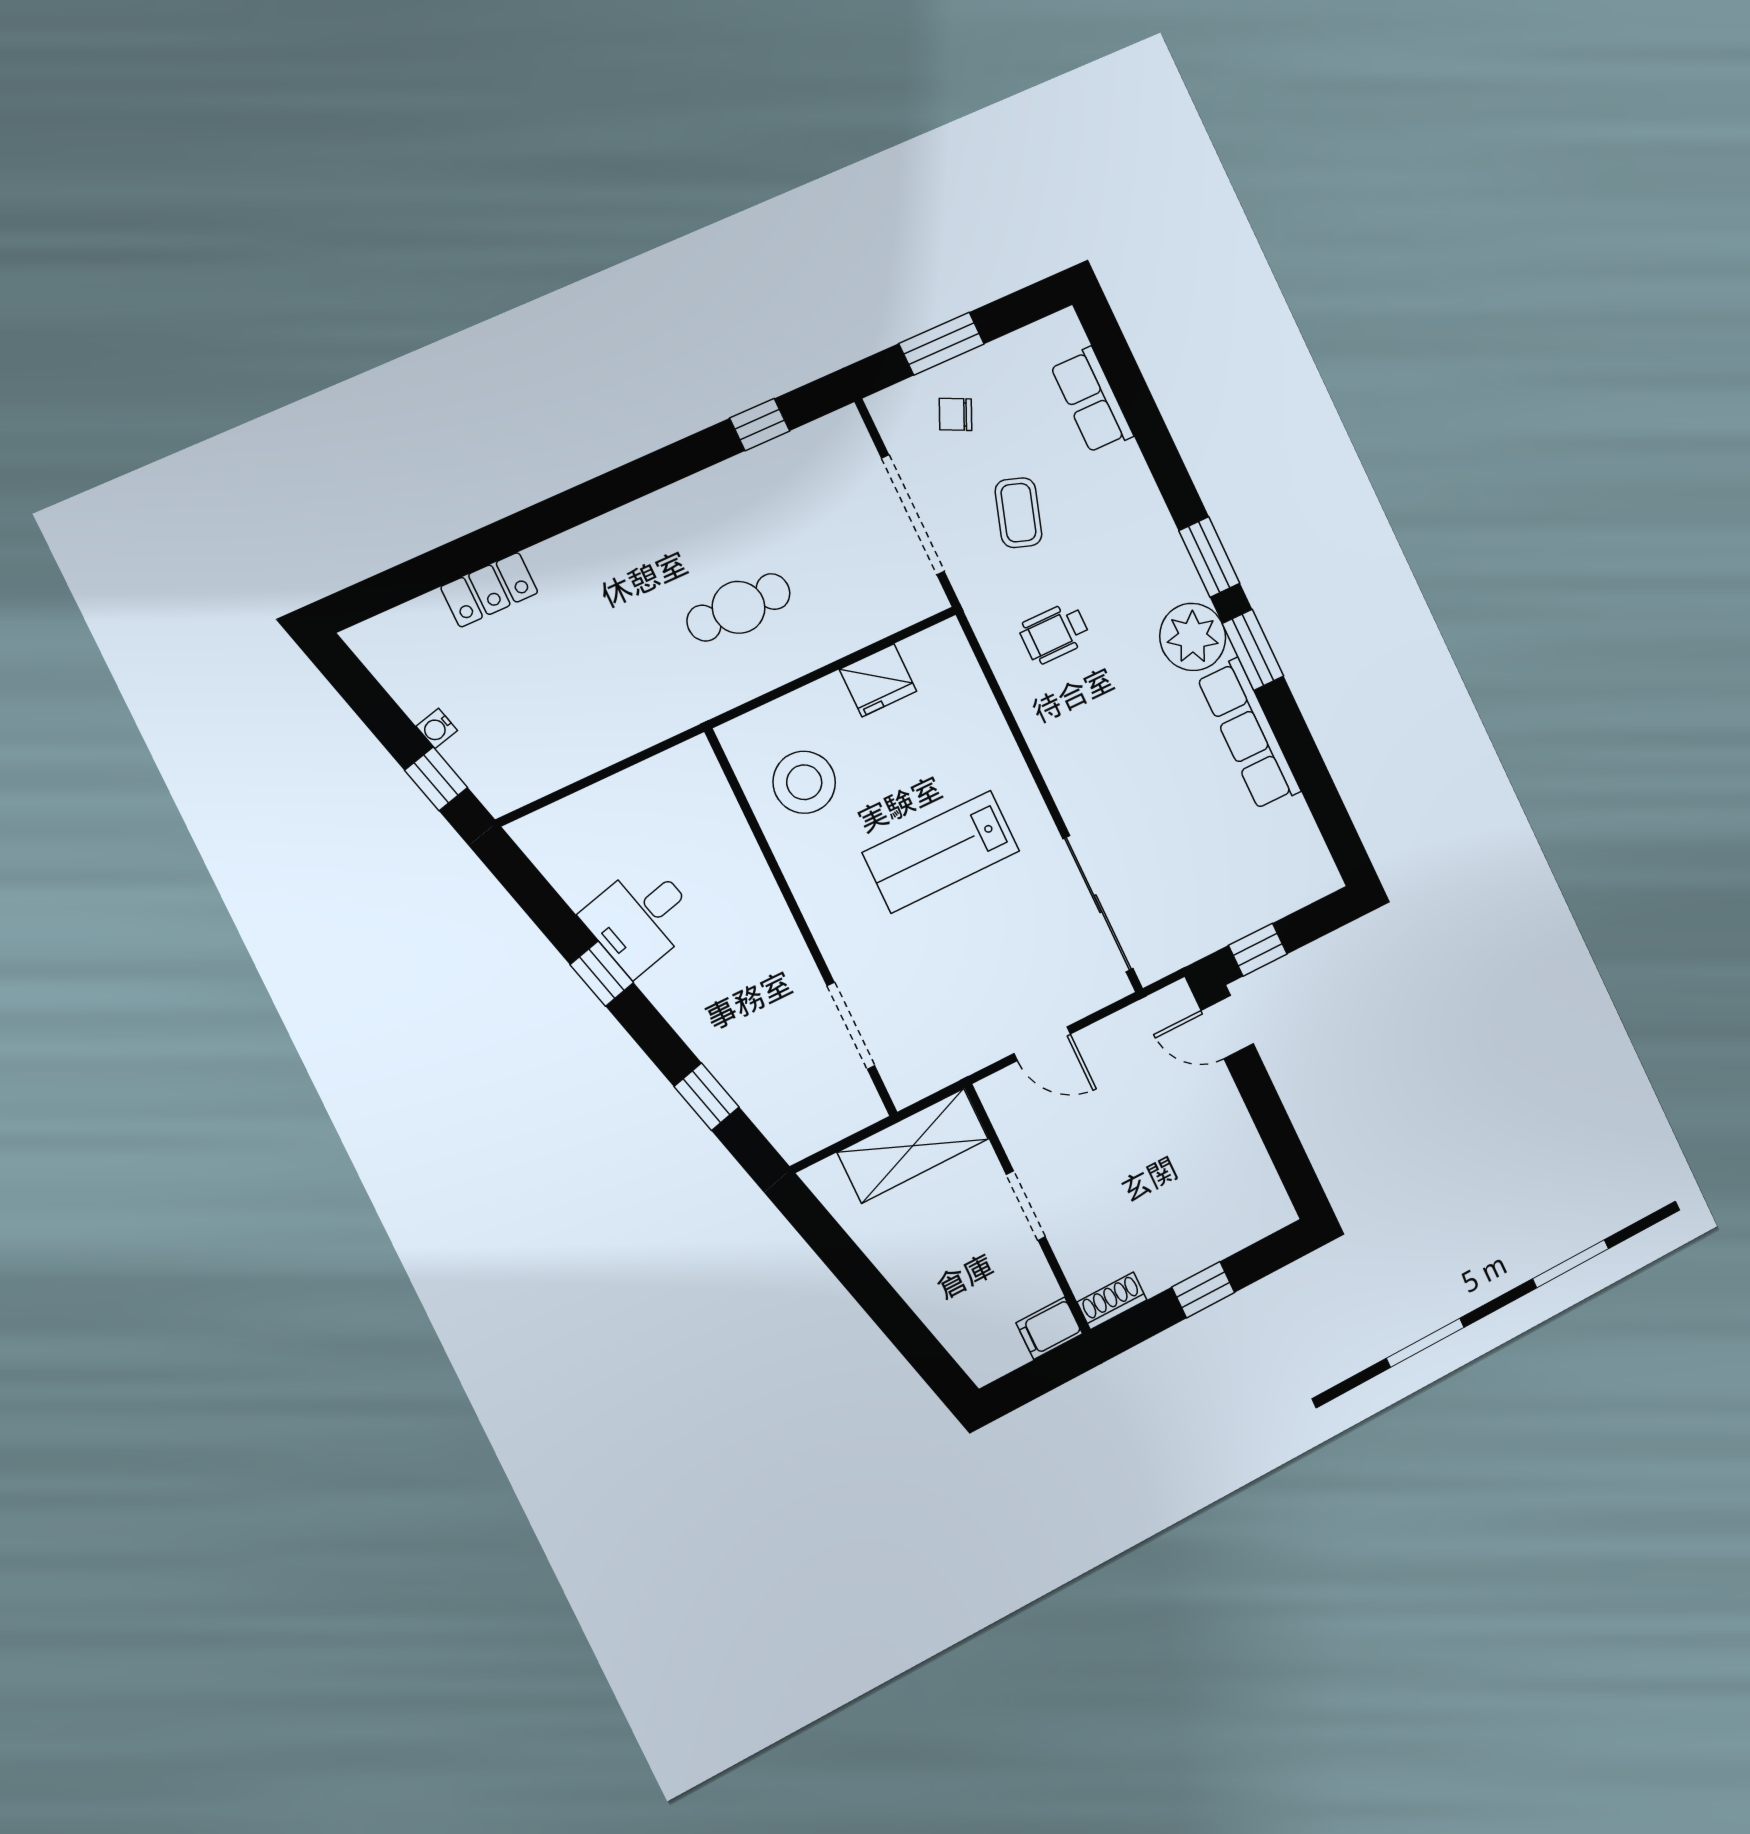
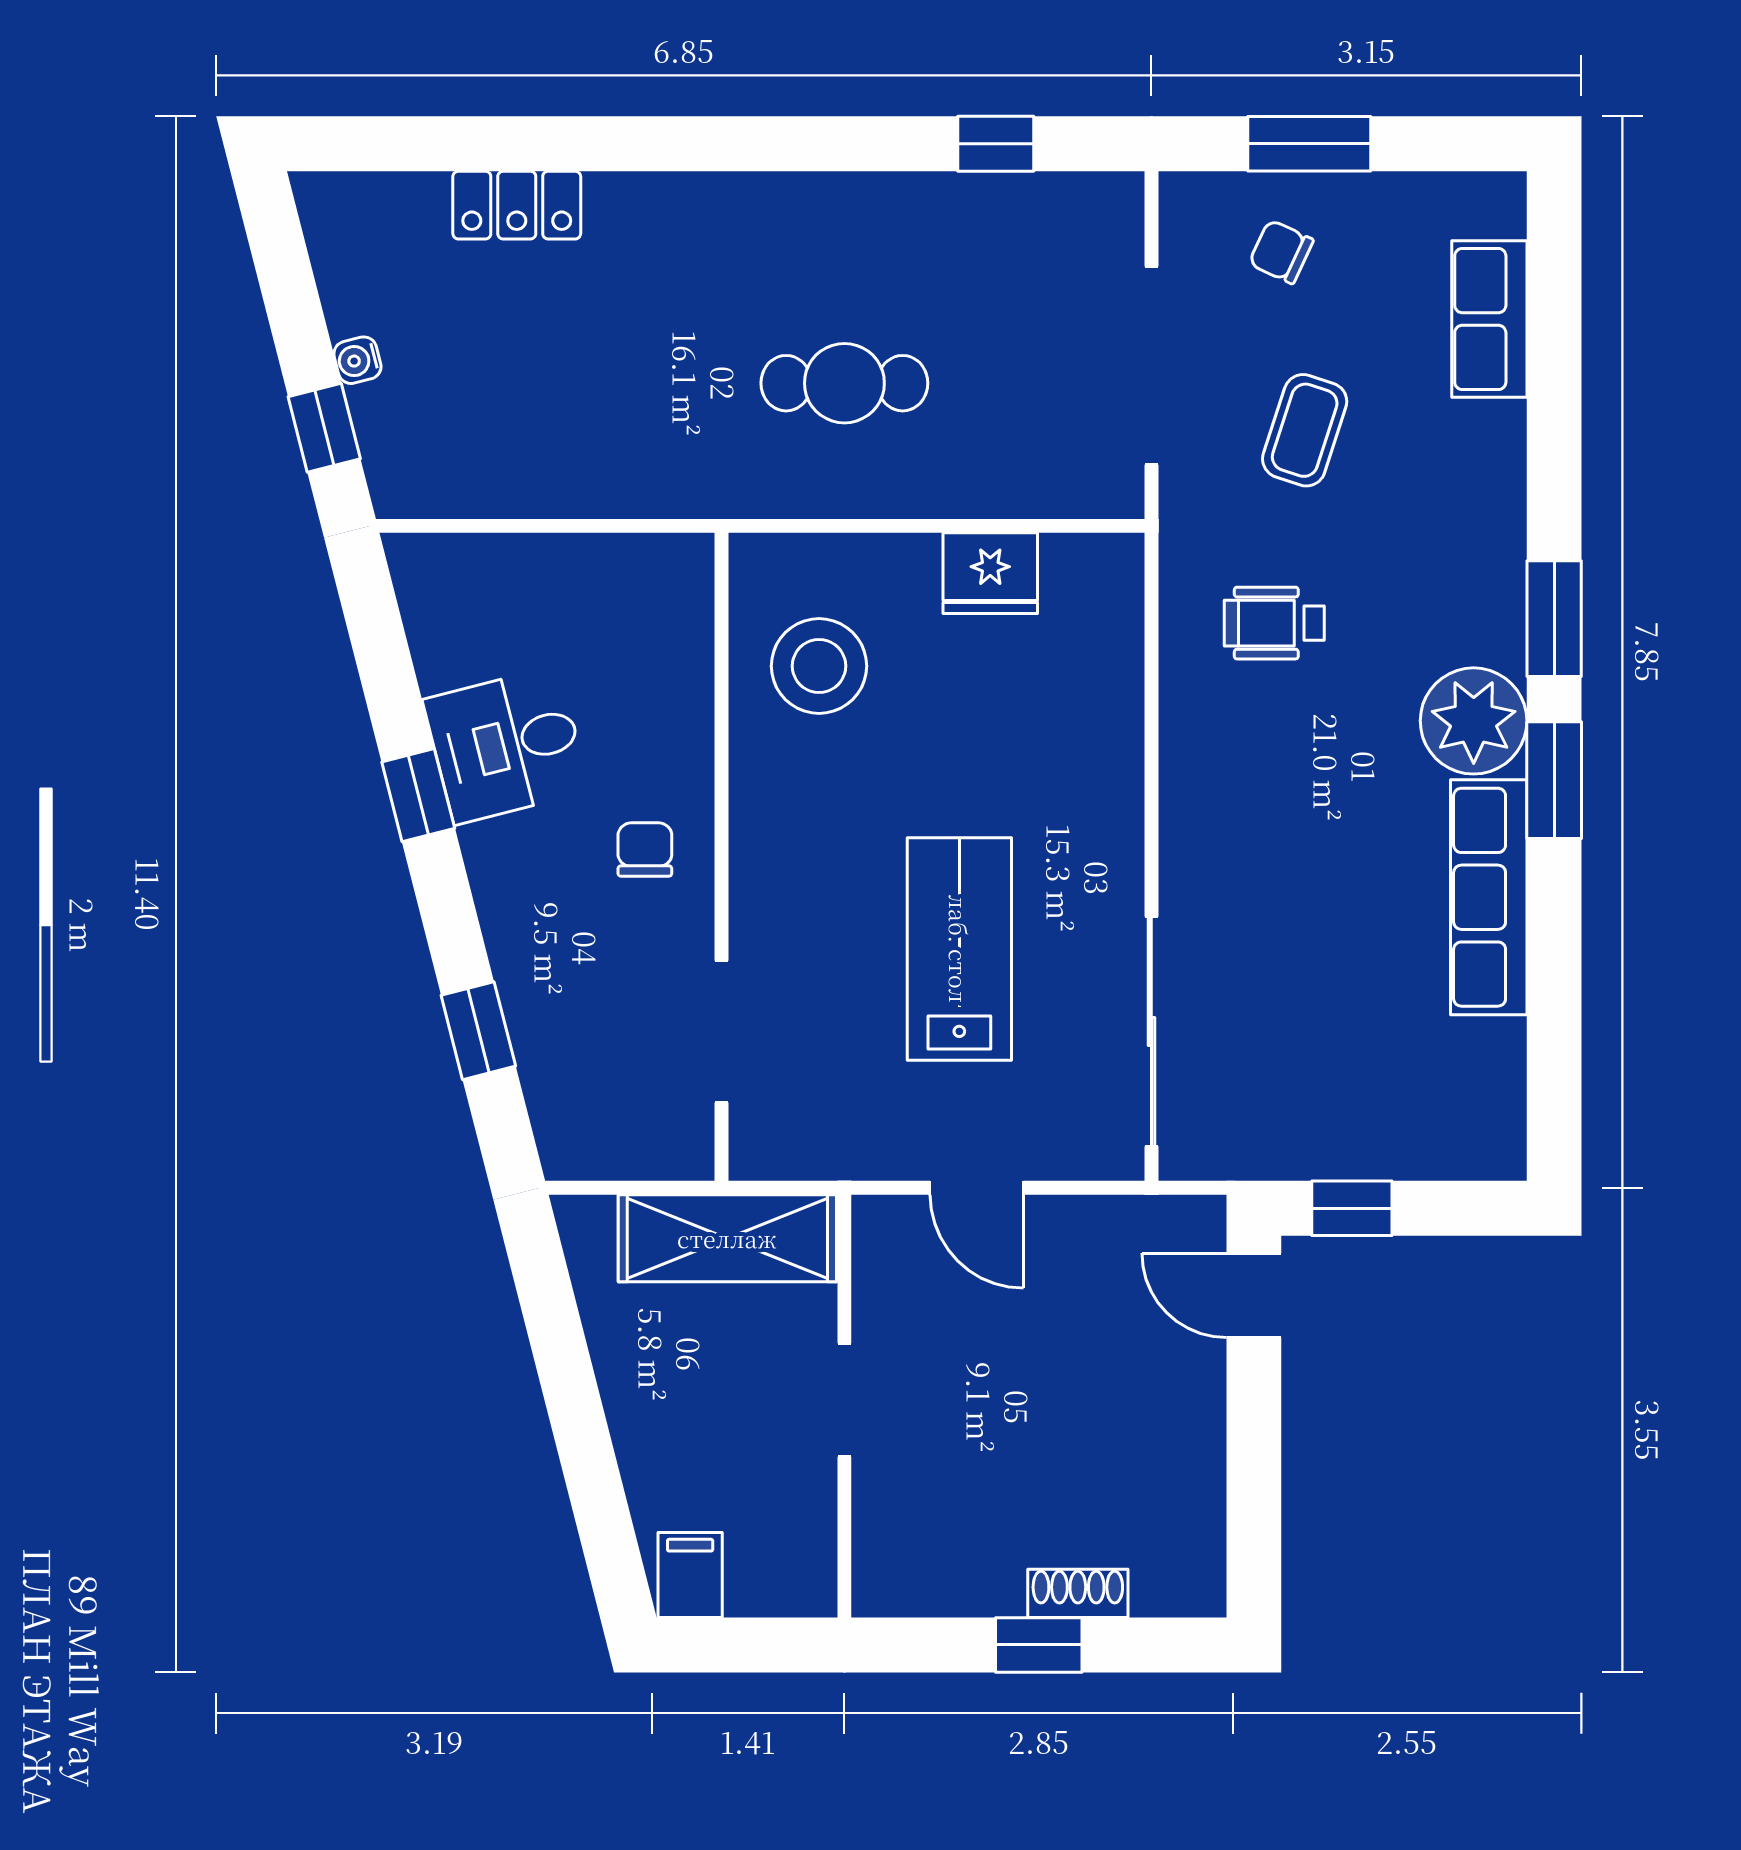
lab bench: (941, 852) -> (959, 949), moved, turned 90
chair: (754, 940) -> (645, 850), added
shoe rack: (1112, 1301) -> (1078, 1593), moved
filing cabinet: (1049, 1328) -> (690, 1575), moved, turned 90

